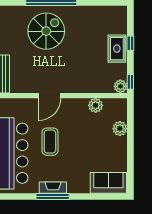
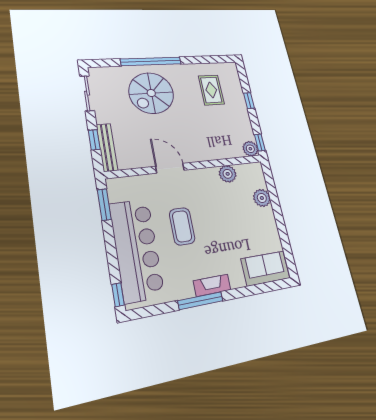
spiral stairs: (46, 31) -> (151, 93), turned 180
rug: (117, 49) -> (211, 90), moved
door: (49, 96) -> (170, 168), swing flipped
fireplace: (53, 188) -> (212, 285), moved

